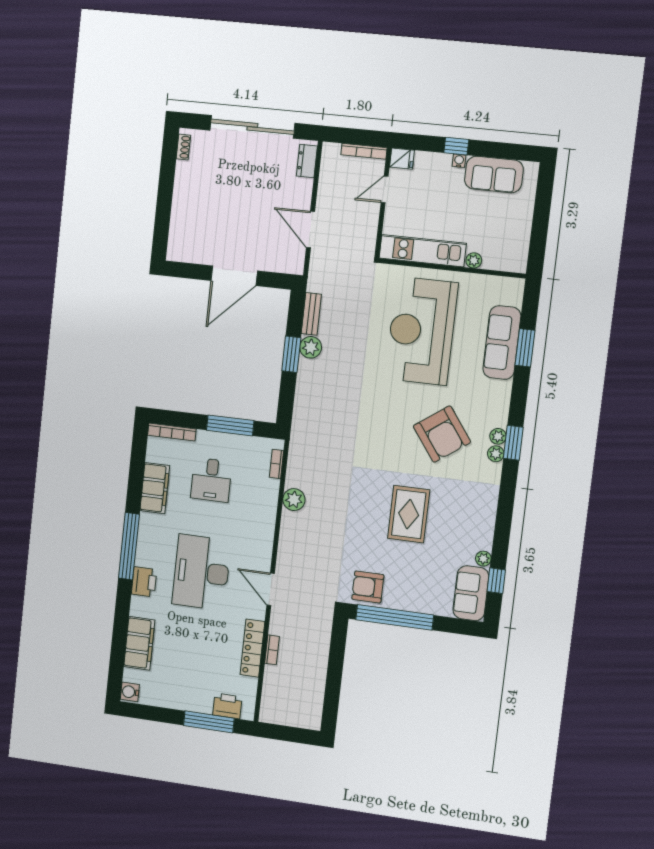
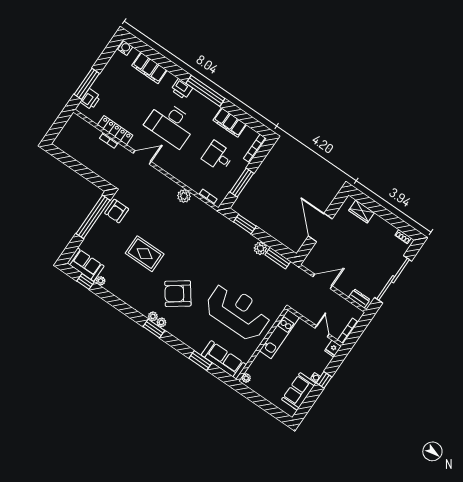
wardrobe: (180, 228) -> (361, 212), added
plant: (474, 260) -> (246, 378), moved
sofa: (502, 343) -> (224, 360), moved
window: (291, 354) -> (245, 224), moved
desk: (201, 572) -> (171, 124), turned 180
armchair: (368, 587) -> (117, 211), turned 180

